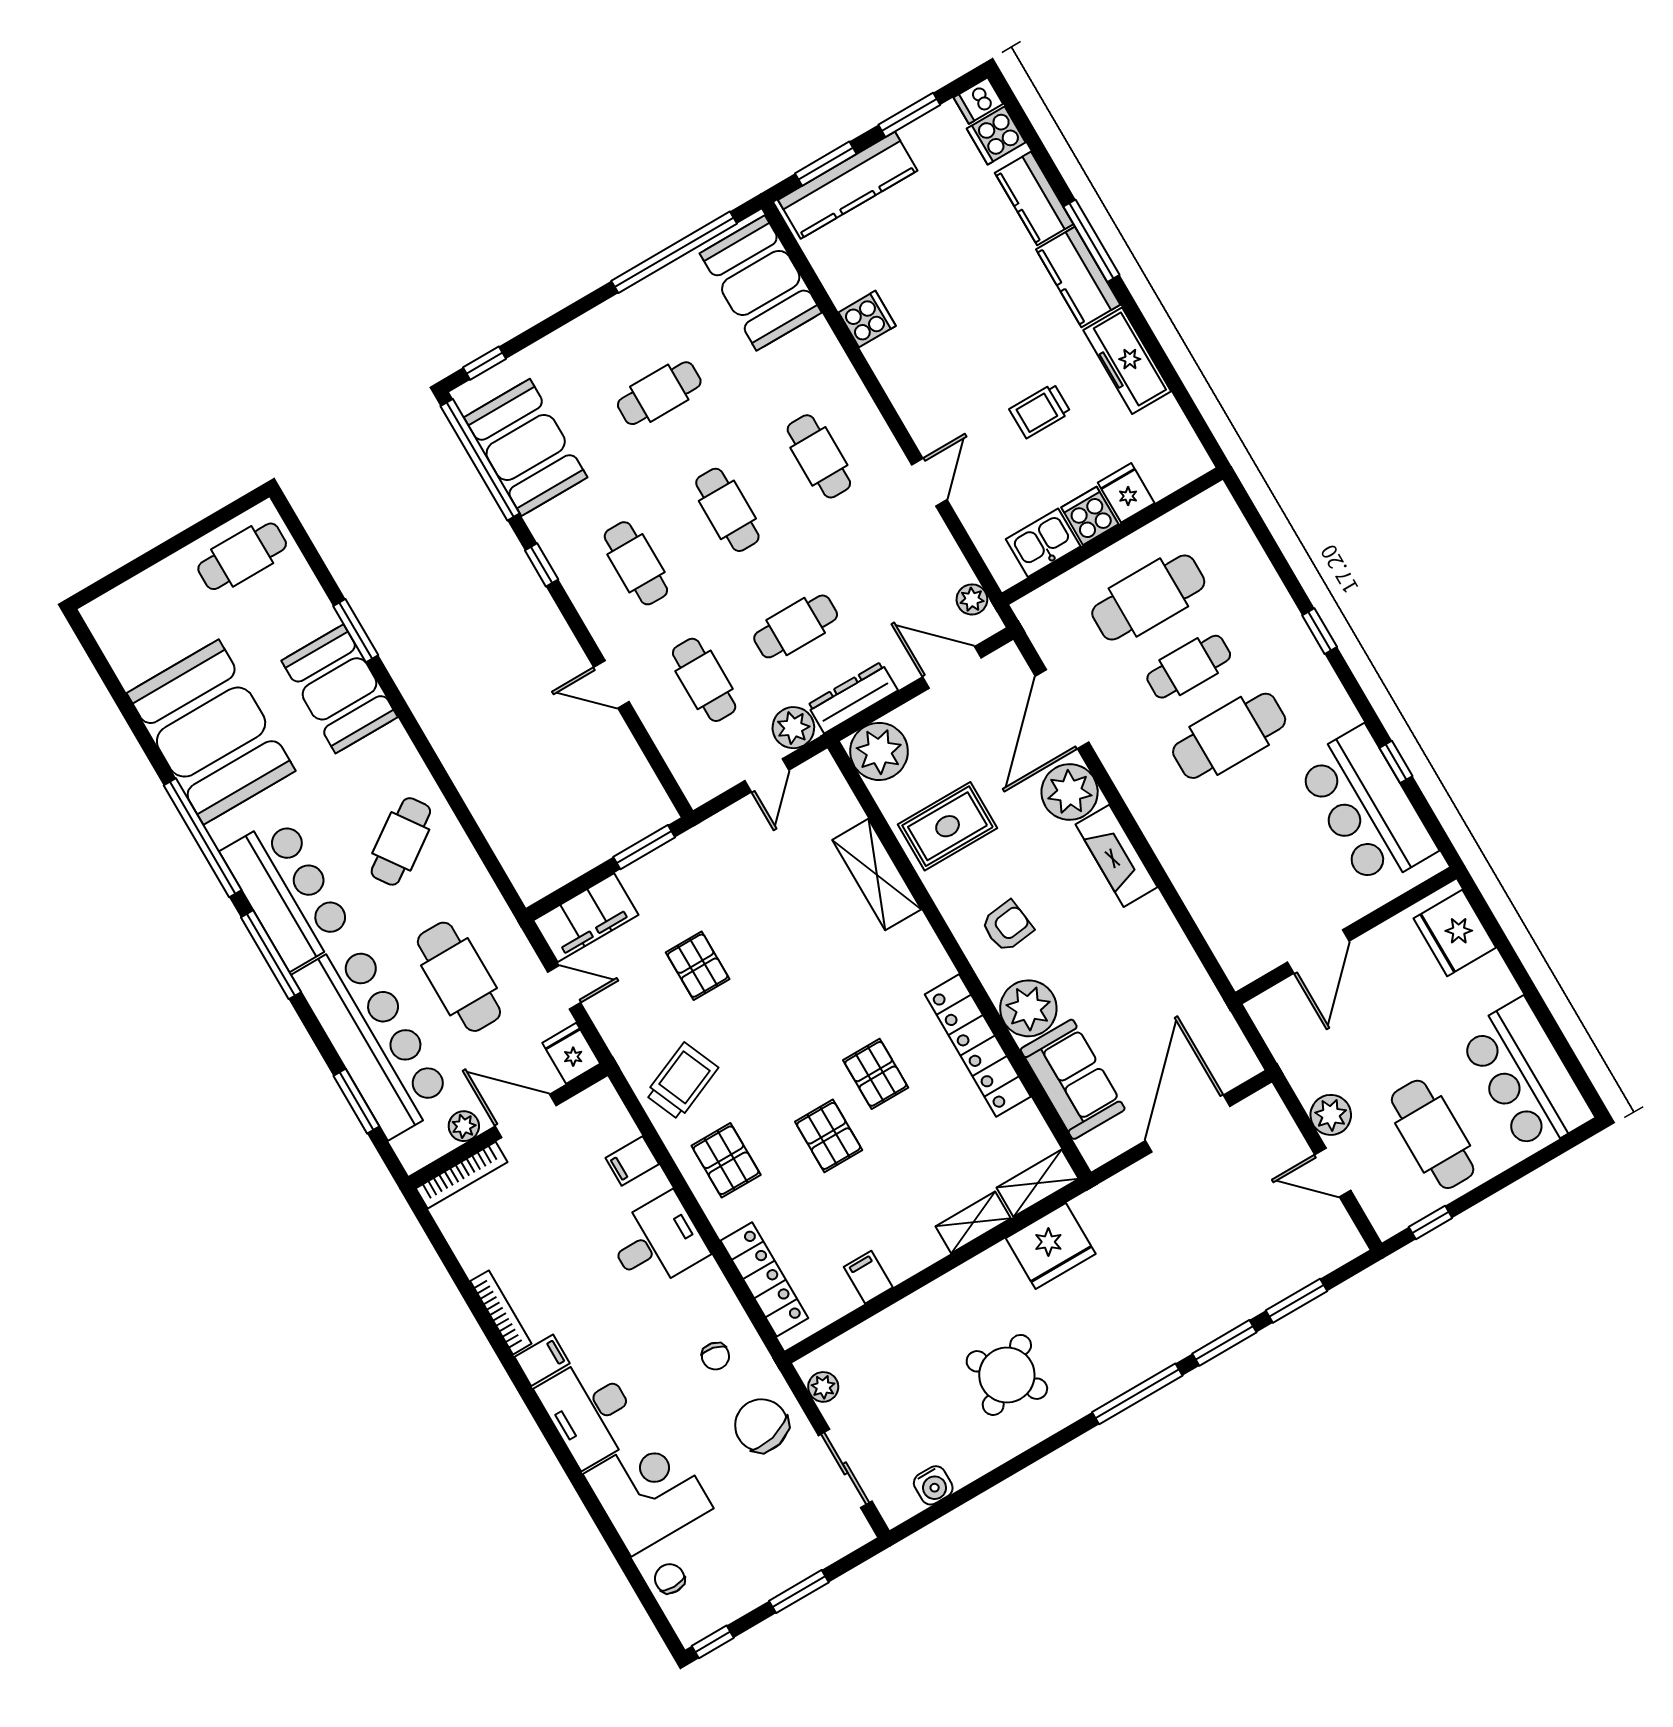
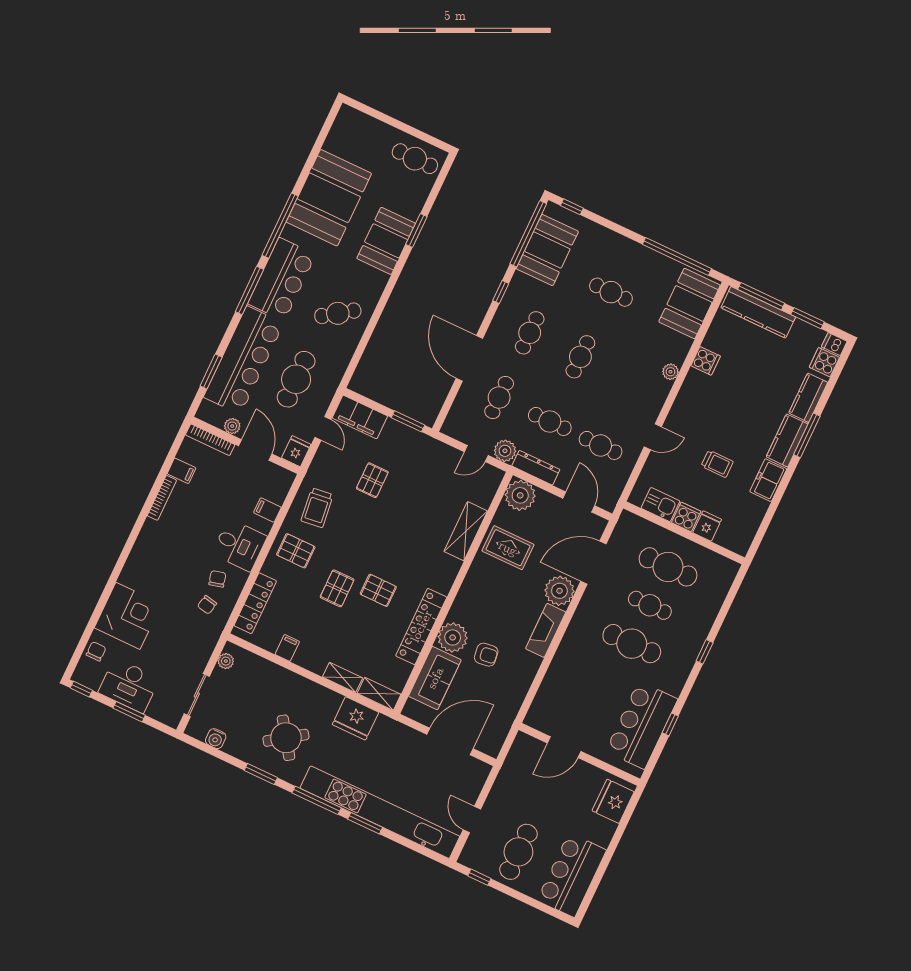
window: (826, 164) -> (761, 296), width x1.44
freezer: (1127, 361) -> (768, 480), width x0.71
trolley: (1040, 411) -> (717, 464), turned 180
cafe table: (819, 456) -> (601, 445), moved, turned 90
plant: (972, 599) -> (670, 372), moved
door: (611, 684) -> (469, 358), width x1.88
armchair: (1007, 926) -> (486, 655), moved
pallet: (876, 1074) -> (378, 590), turned 90
trolley: (682, 1081) -> (317, 508), turned 106
plant: (1331, 1115) -> (497, 801), removed
pallet: (726, 1160) -> (296, 551), turned 90
window: (1297, 1301) -> (261, 774), moved
kitchen unit: (1223, 1308) -> (380, 812), added
filing cabinet: (542, 1360) -> (182, 471), moved
desk: (590, 1411) -> (129, 685), moved, turned -90
chair: (761, 1425) -> (217, 579), moved, width x0.54, depth x0.54

